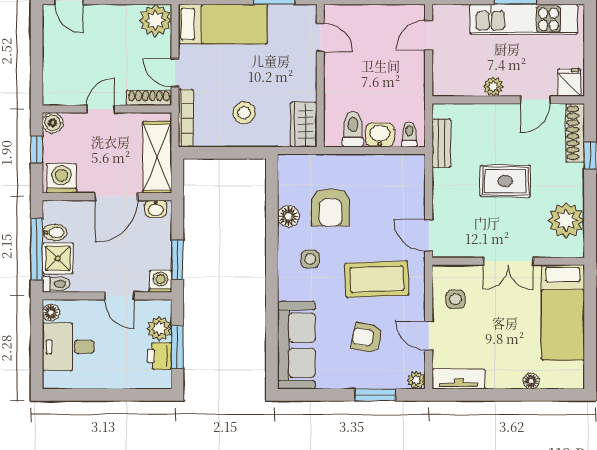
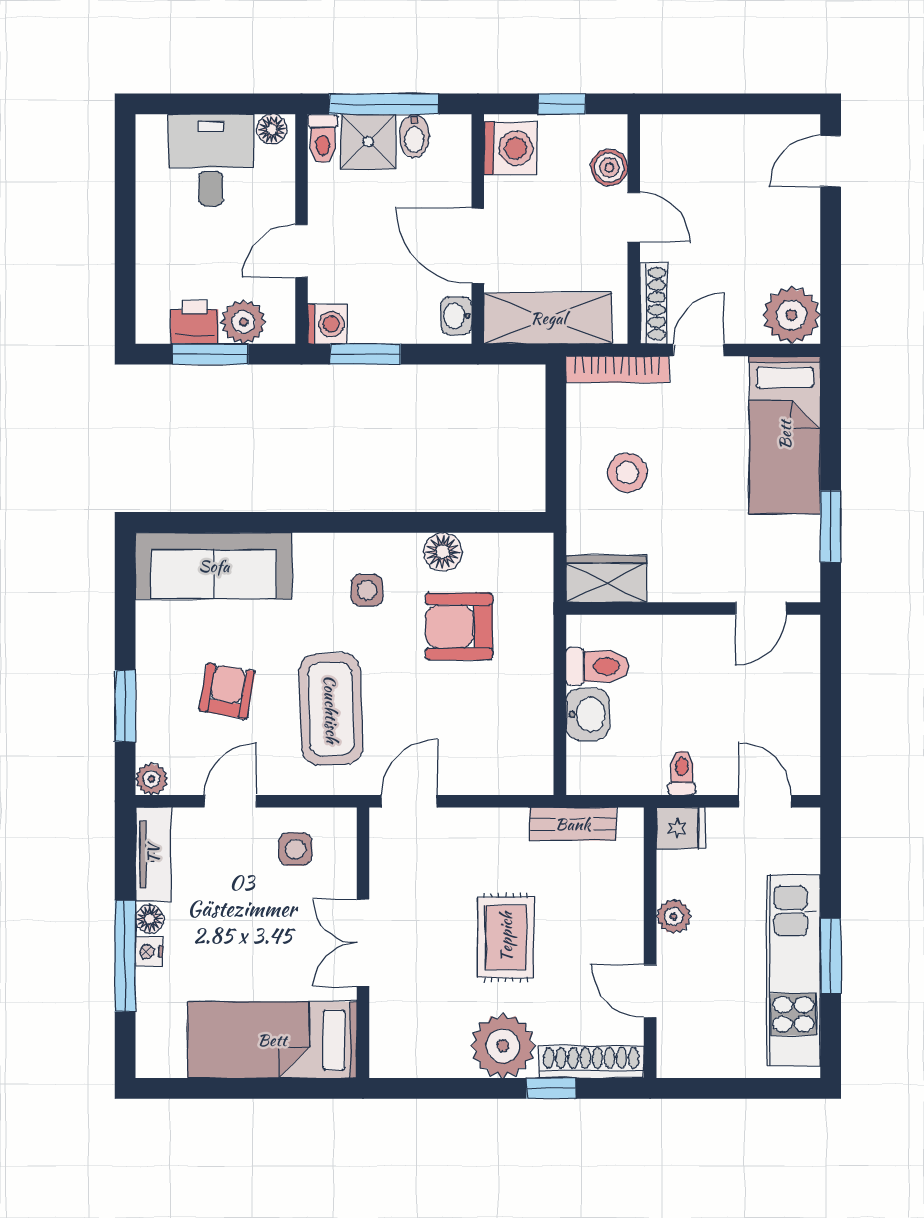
fridge: (569, 82) -> (681, 828), moved
boiler: (53, 123) -> (609, 167), moved
toilet: (409, 135) -> (682, 773), moved, turned -90
plant: (566, 220) -> (503, 1046), moved
floor lamp: (531, 381) -> (150, 919), moved
nightstand: (513, 382) -> (149, 951), added
window: (516, 395) -> (125, 956), added

